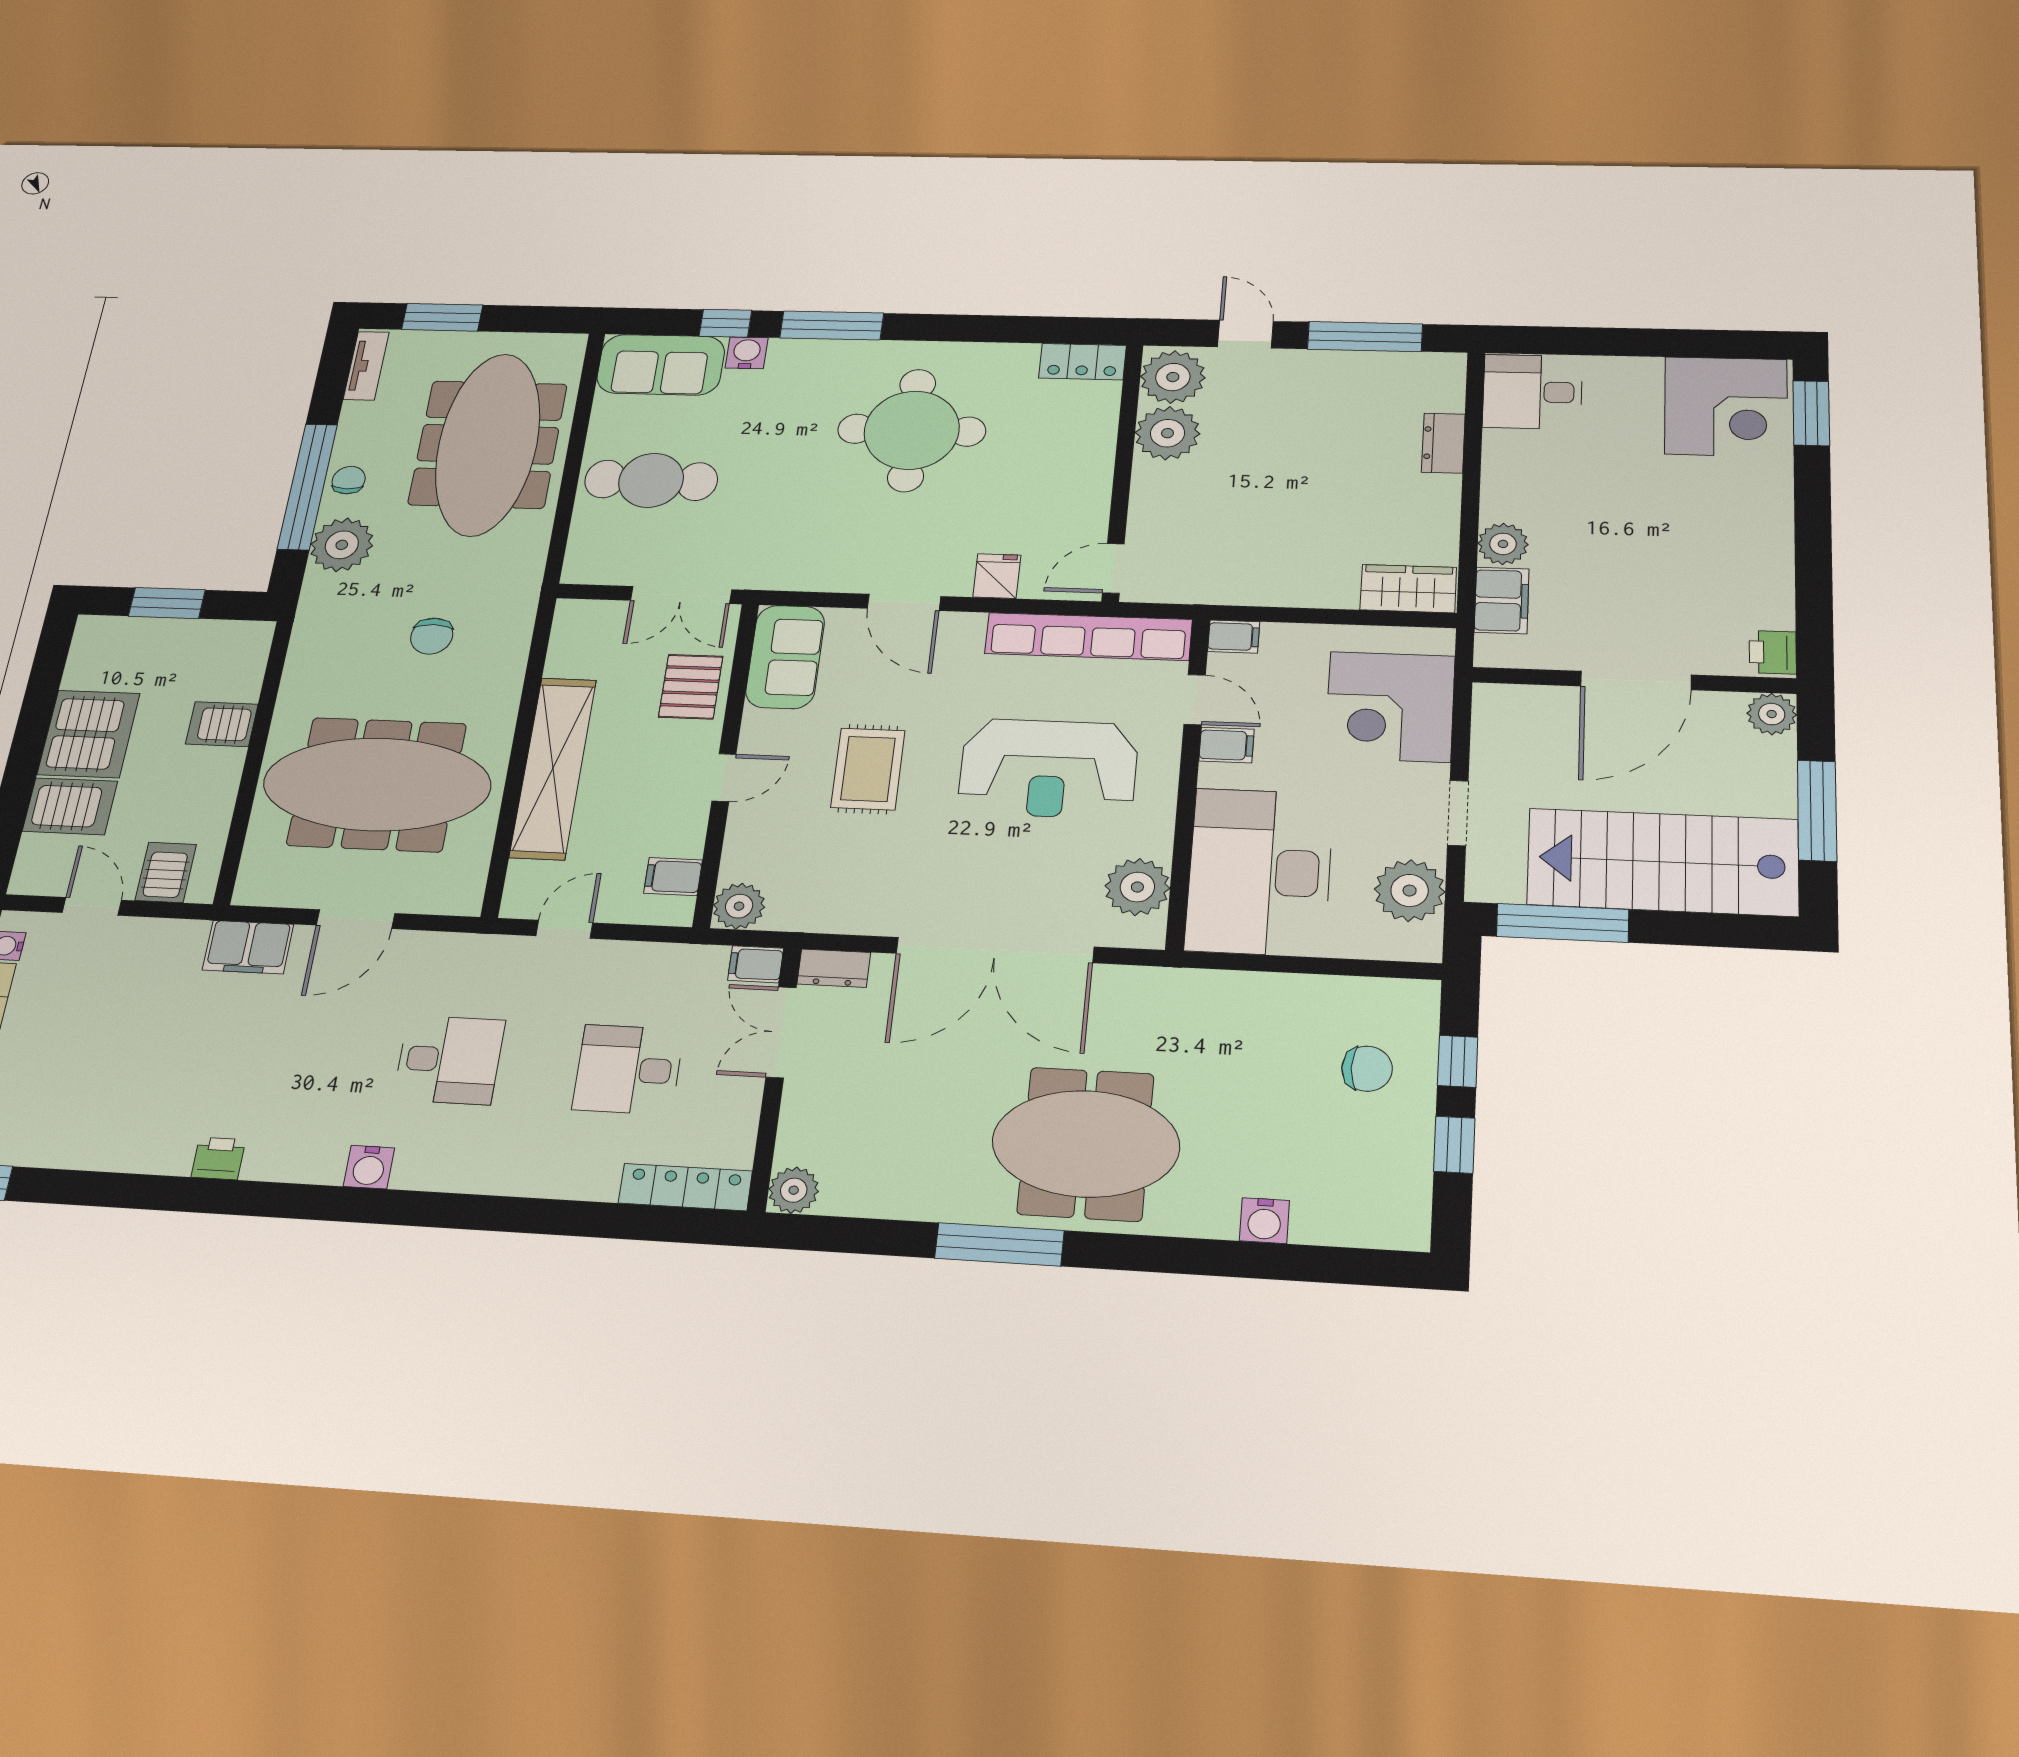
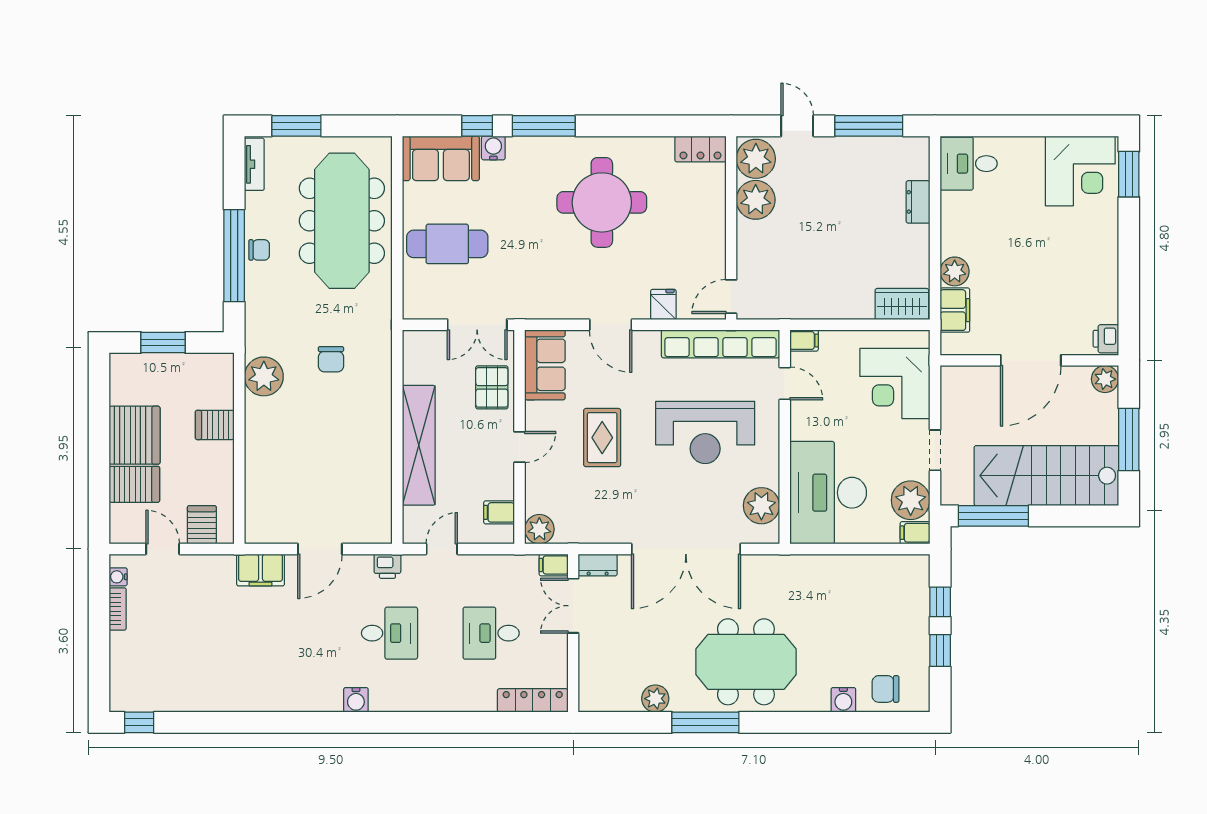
chair: (349, 480) -> (259, 250), turned 90
plant: (342, 545) -> (264, 376), moved
filing cabinet: (1227, 745) -> (915, 533), moved, turned 180
meeting table: (377, 784) -> (316, 461), removed
chair: (1367, 1069) -> (885, 689), moved, turned 180
printer: (218, 1158) -> (387, 566), moved, turned 180
plant: (794, 1190) -> (655, 699), moved

